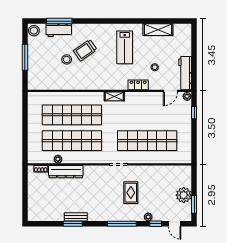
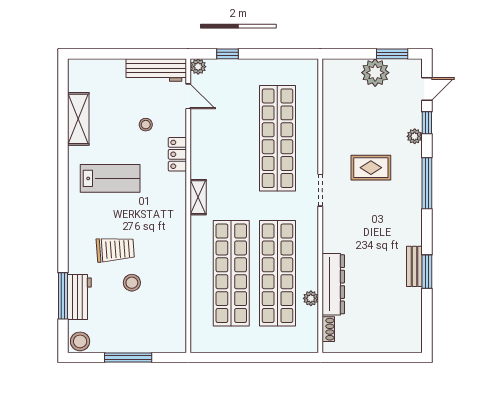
trolley: (85, 50) -> (115, 249), turned -59

